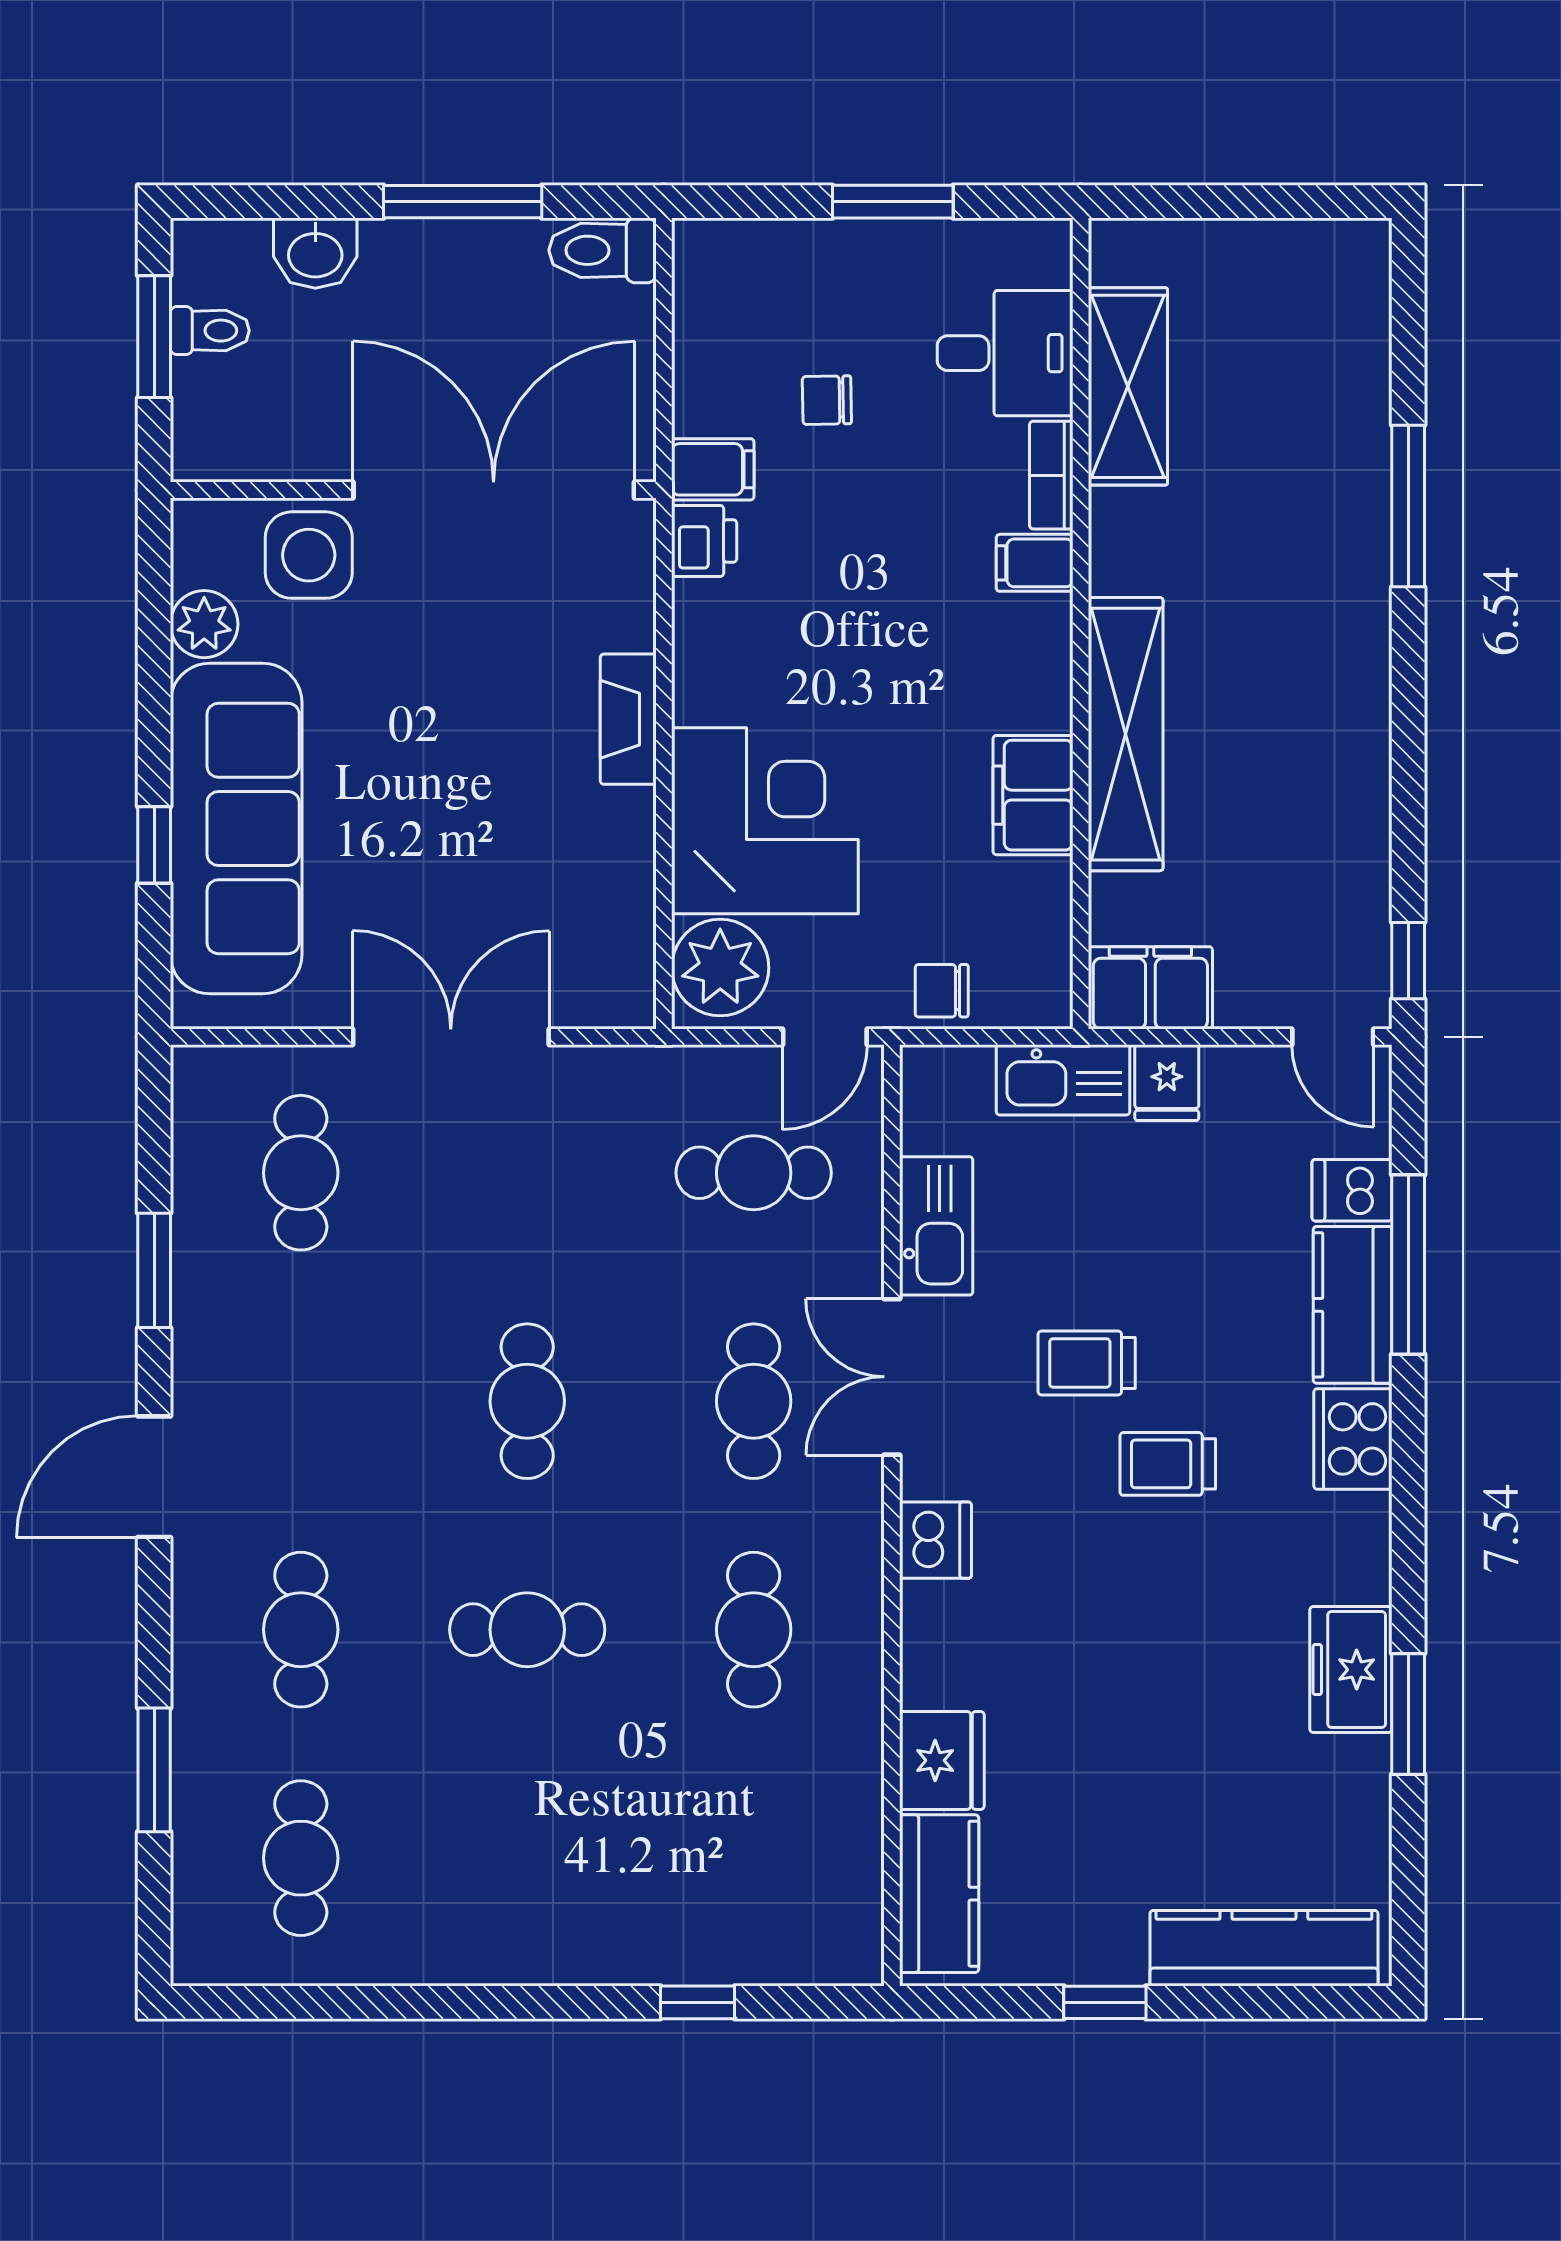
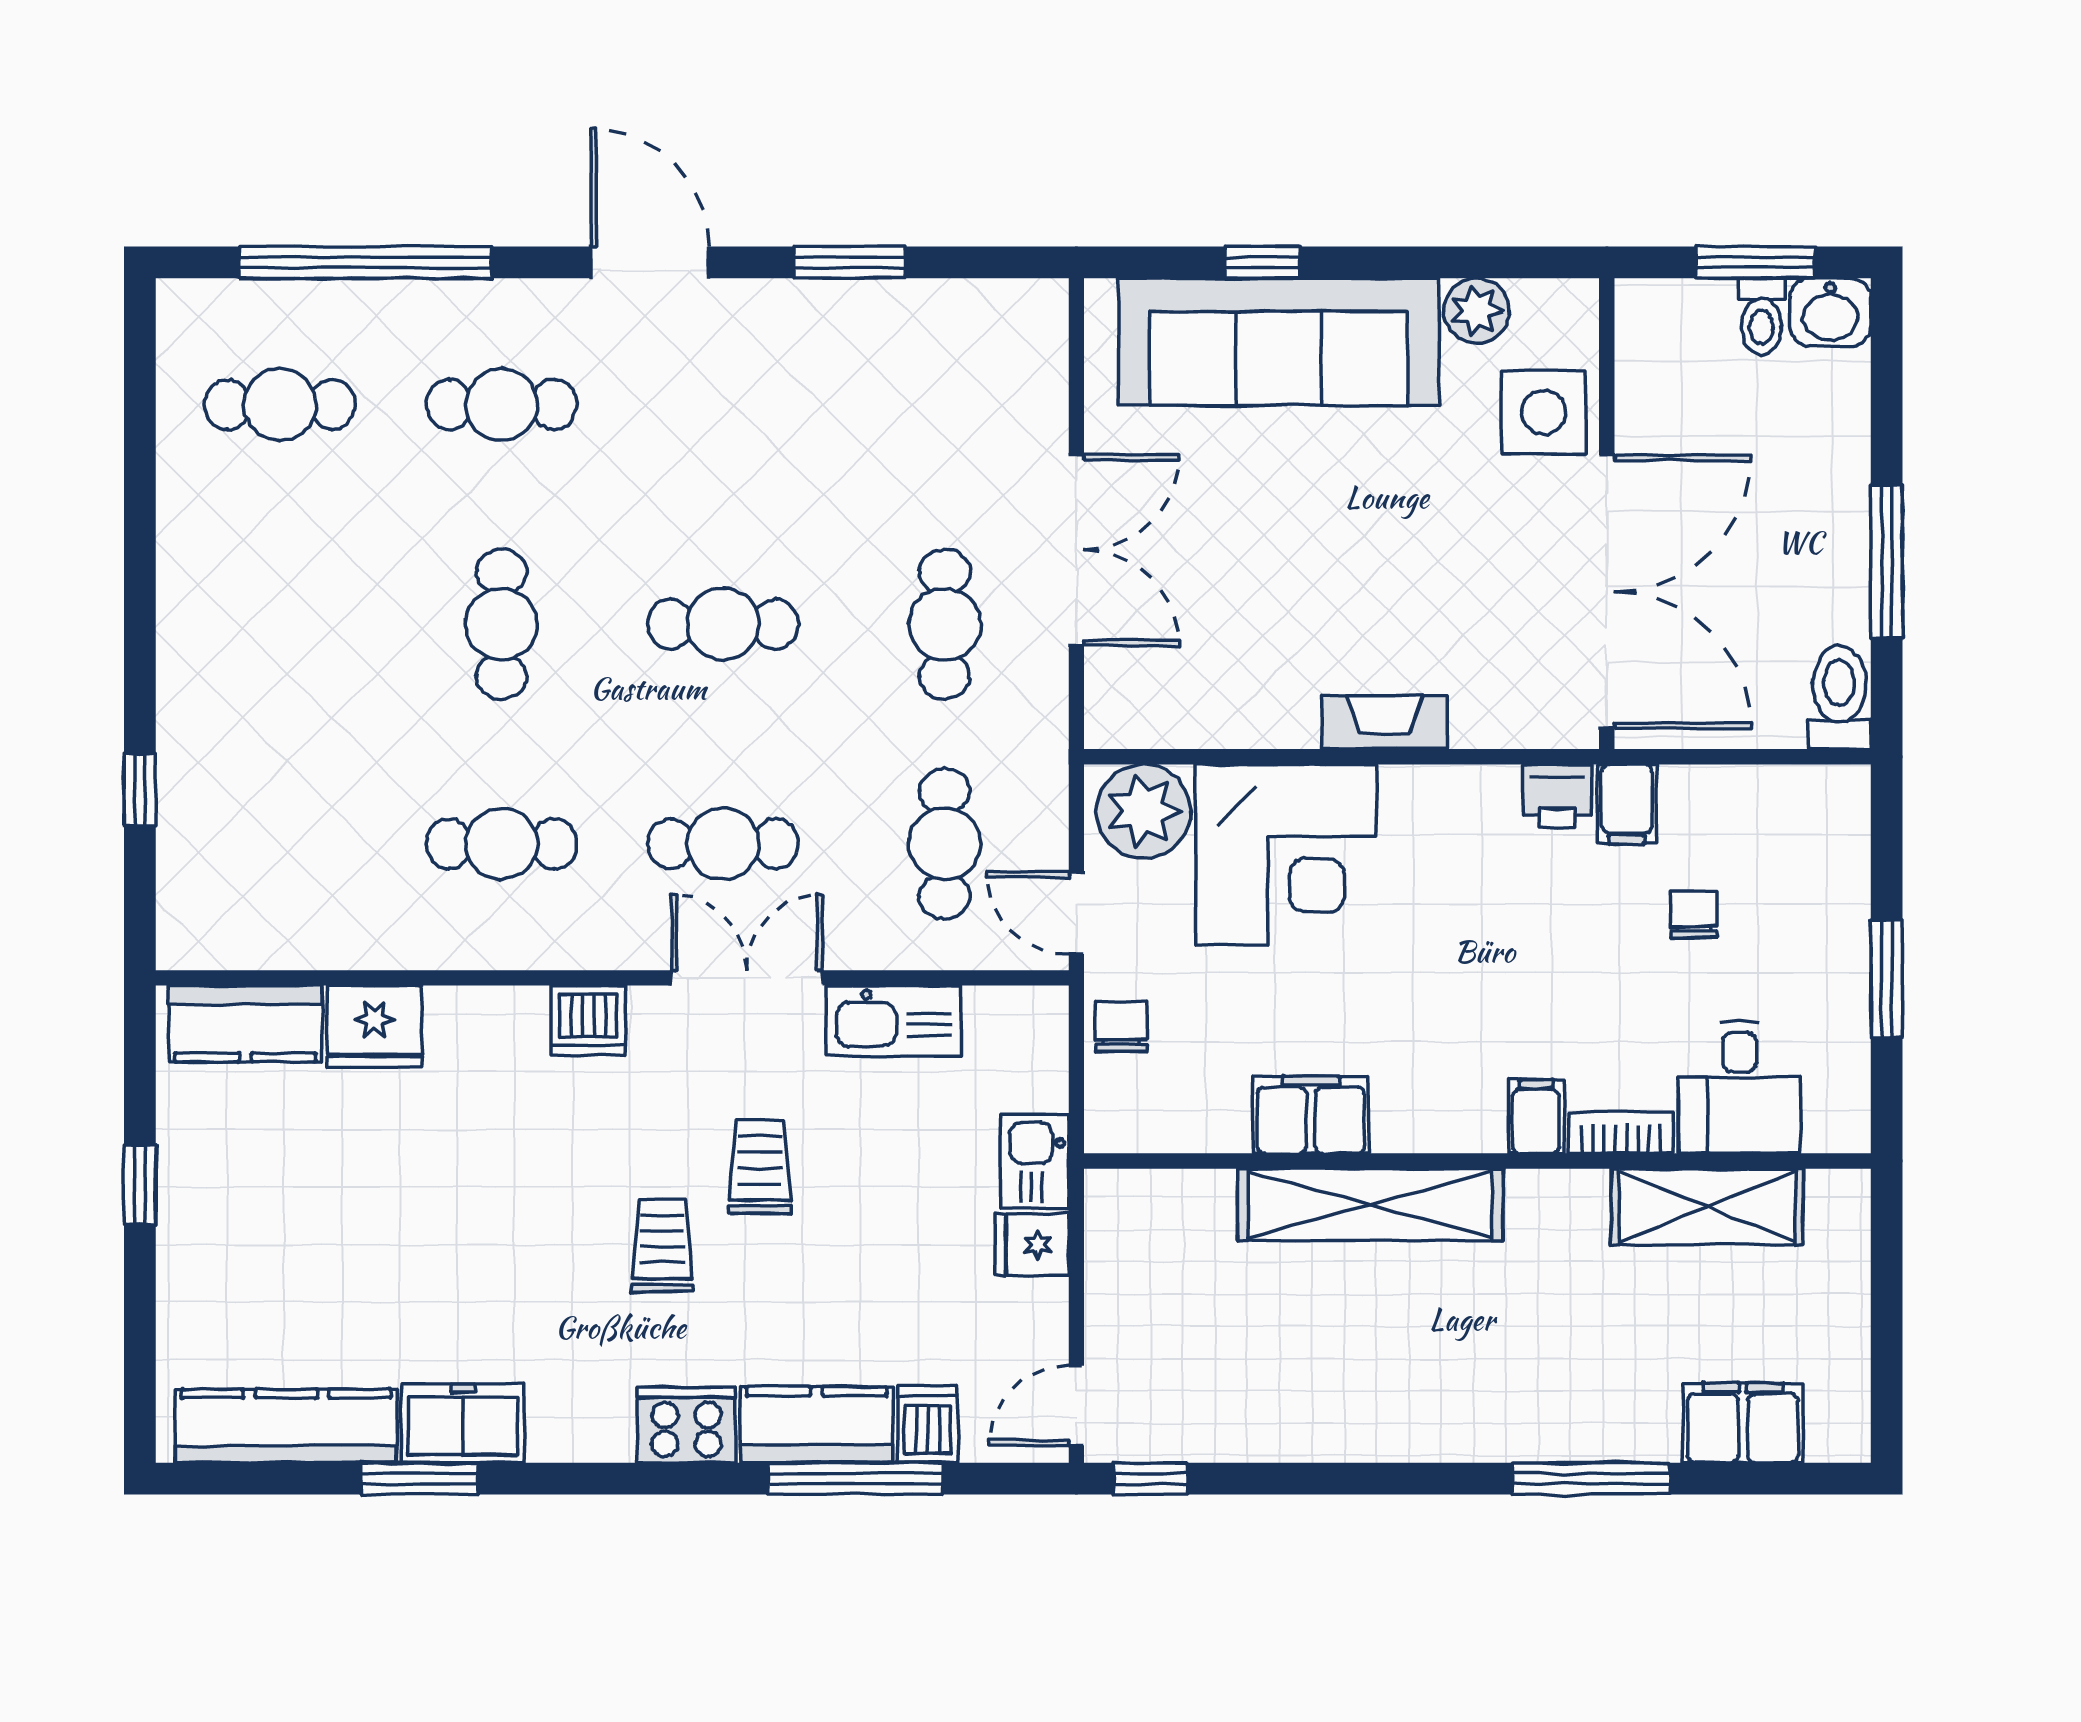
washbasin: (315, 253) -> (1830, 312), moved, turned -90
filing cabinet: (1150, 988) -> (1743, 1423), moved, turned -90
kitchen sink: (1063, 1080) -> (1035, 1162), width x0.73
cafe table: (301, 1173) -> (945, 624), moved, turned 90
window: (154, 1770) -> (365, 262), width x2.11
kitchen counter: (1264, 1948) -> (286, 1426), moved, turned -90

